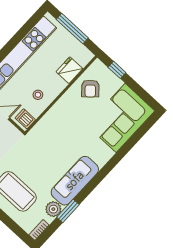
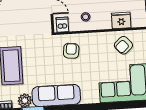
armchair: (52, 133) -> (71, 51), added

